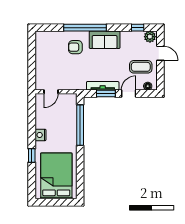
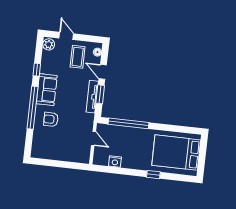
window: (138, 28) -> (37, 70), moved
armchair: (75, 47) -> (51, 119), turned 90
door: (160, 53) -> (66, 36), hinge flipped
door: (51, 92) -> (93, 138), moved
nightstand: (40, 135) -> (115, 162), moved

